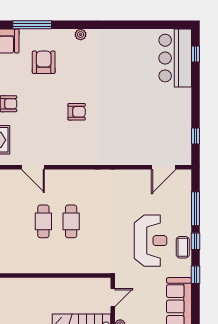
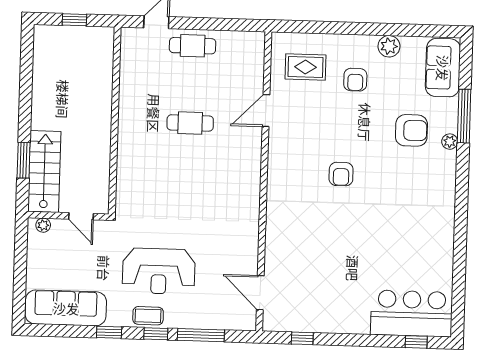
plant: (81, 35) -> (450, 142), moved
cafe table: (71, 221) -> (189, 162), removed

